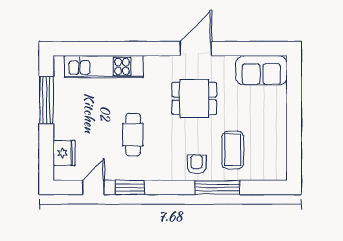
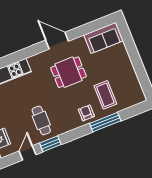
door: (196, 49) -> (57, 41), hinge flipped
cafe table: (133, 135) -> (41, 120), moved

